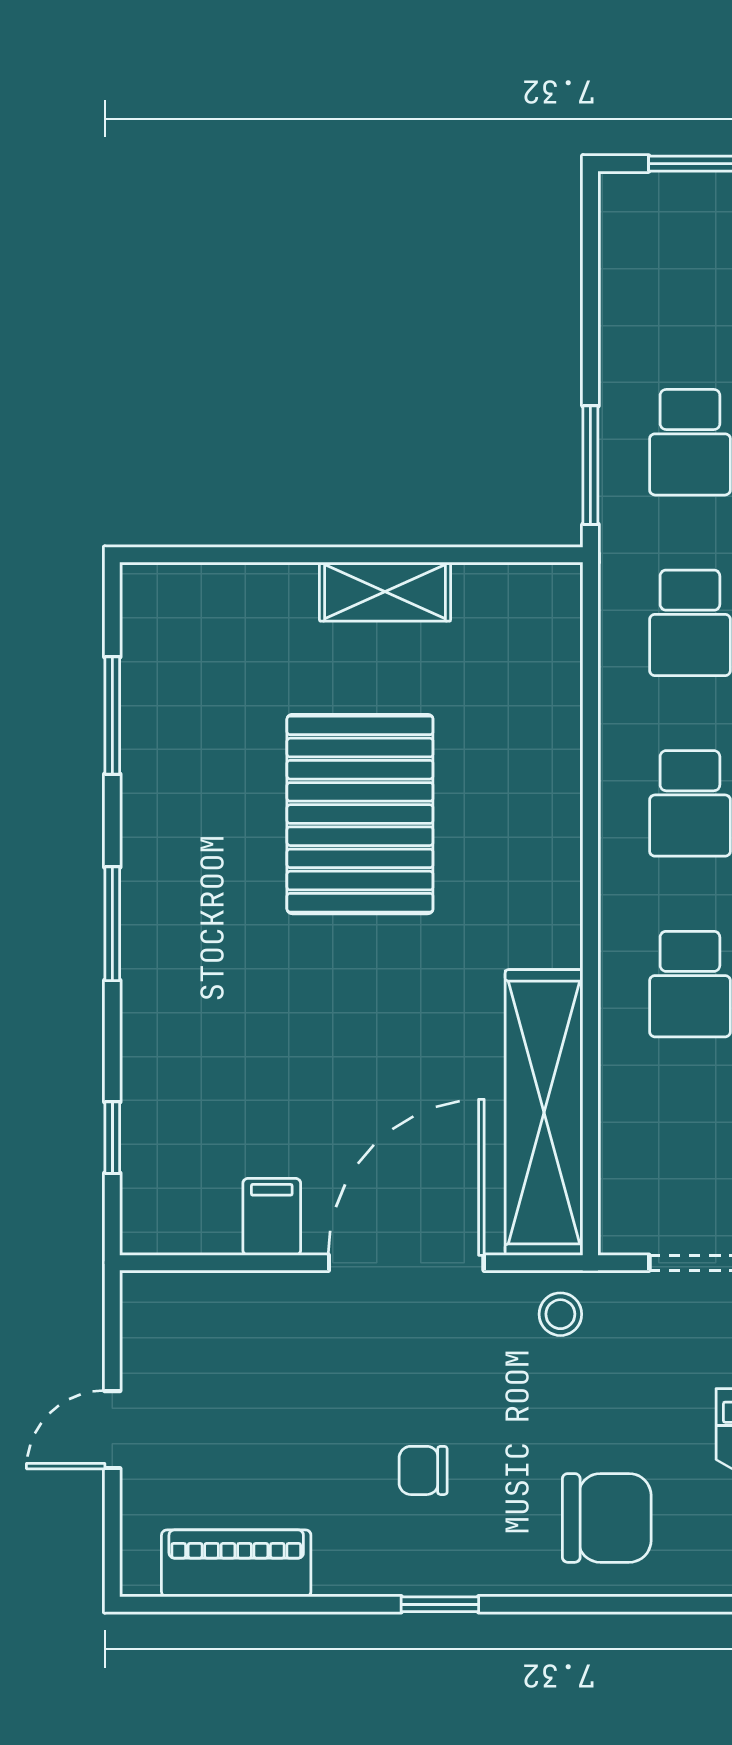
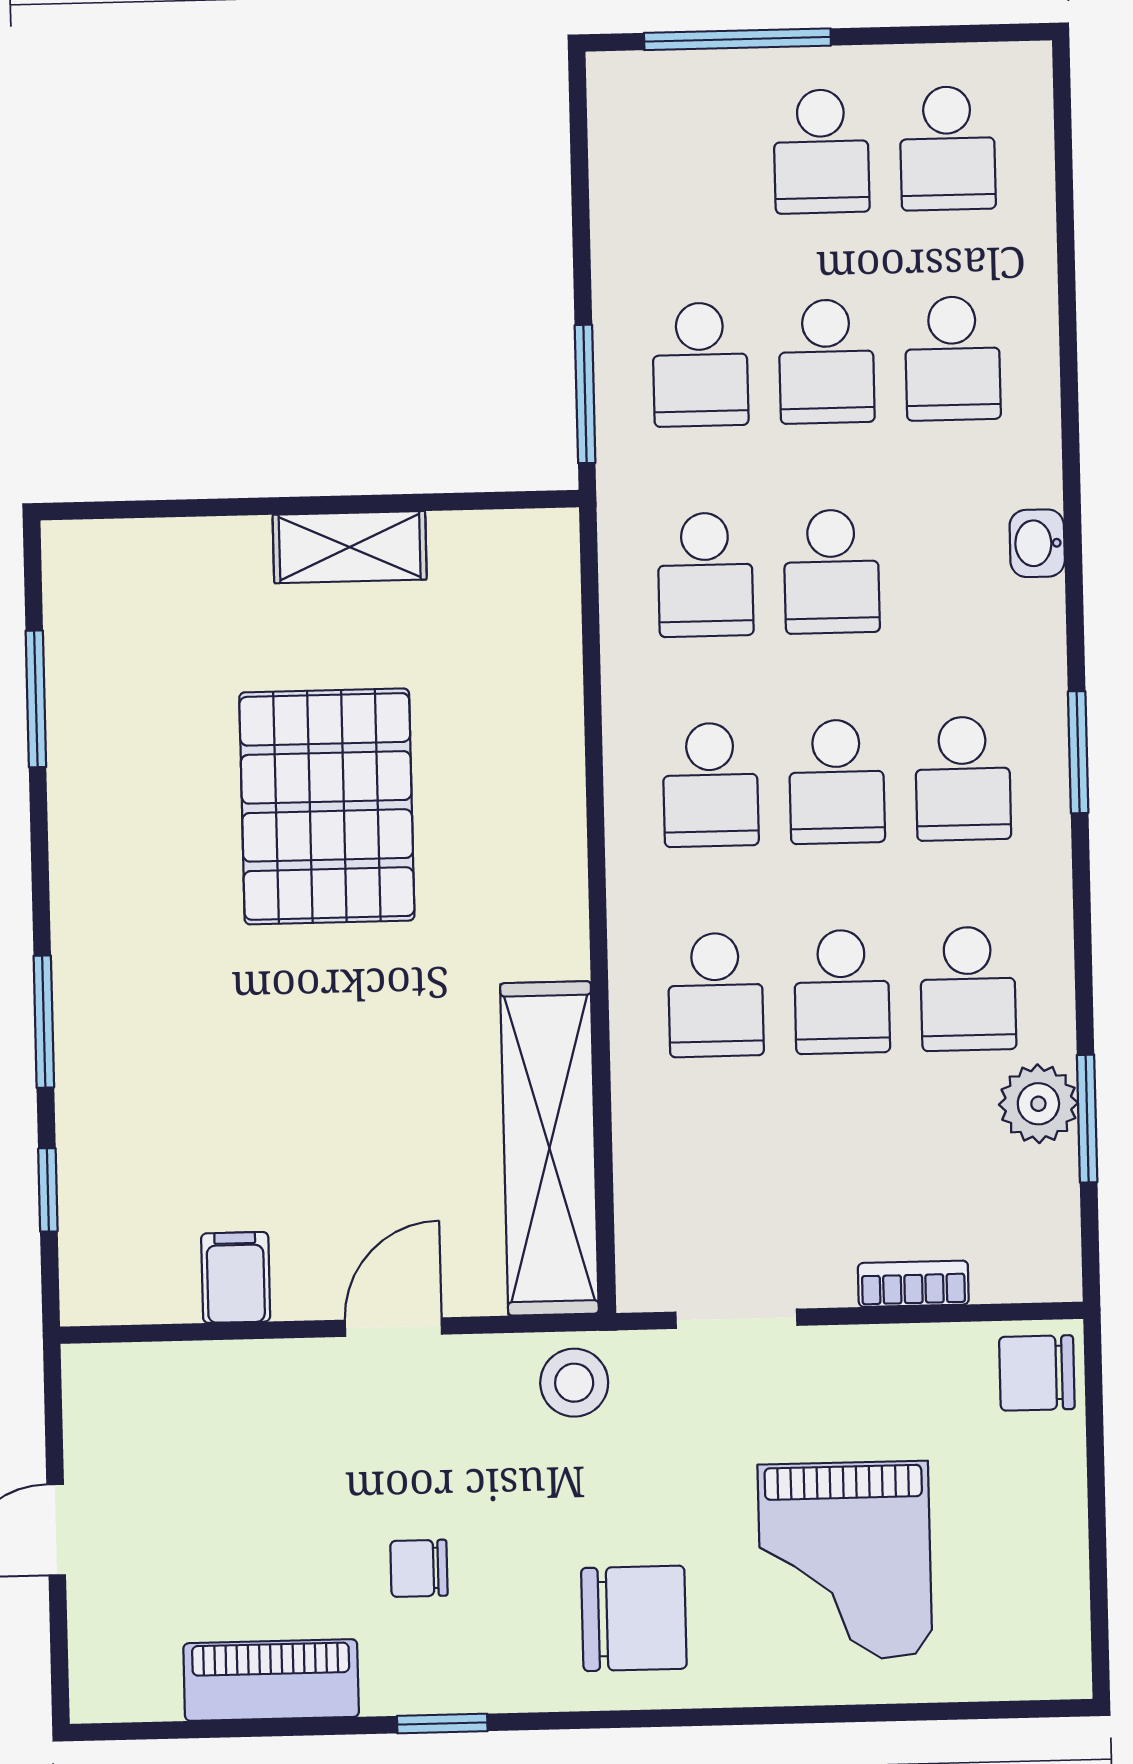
window: (112, 924) -> (44, 1022), moved
door: (406, 1263) -> (393, 1327), width x0.53
stool: (560, 1314) -> (574, 1383), width x1.37, depth x1.37
piano: (236, 1563) -> (271, 1680), moved

